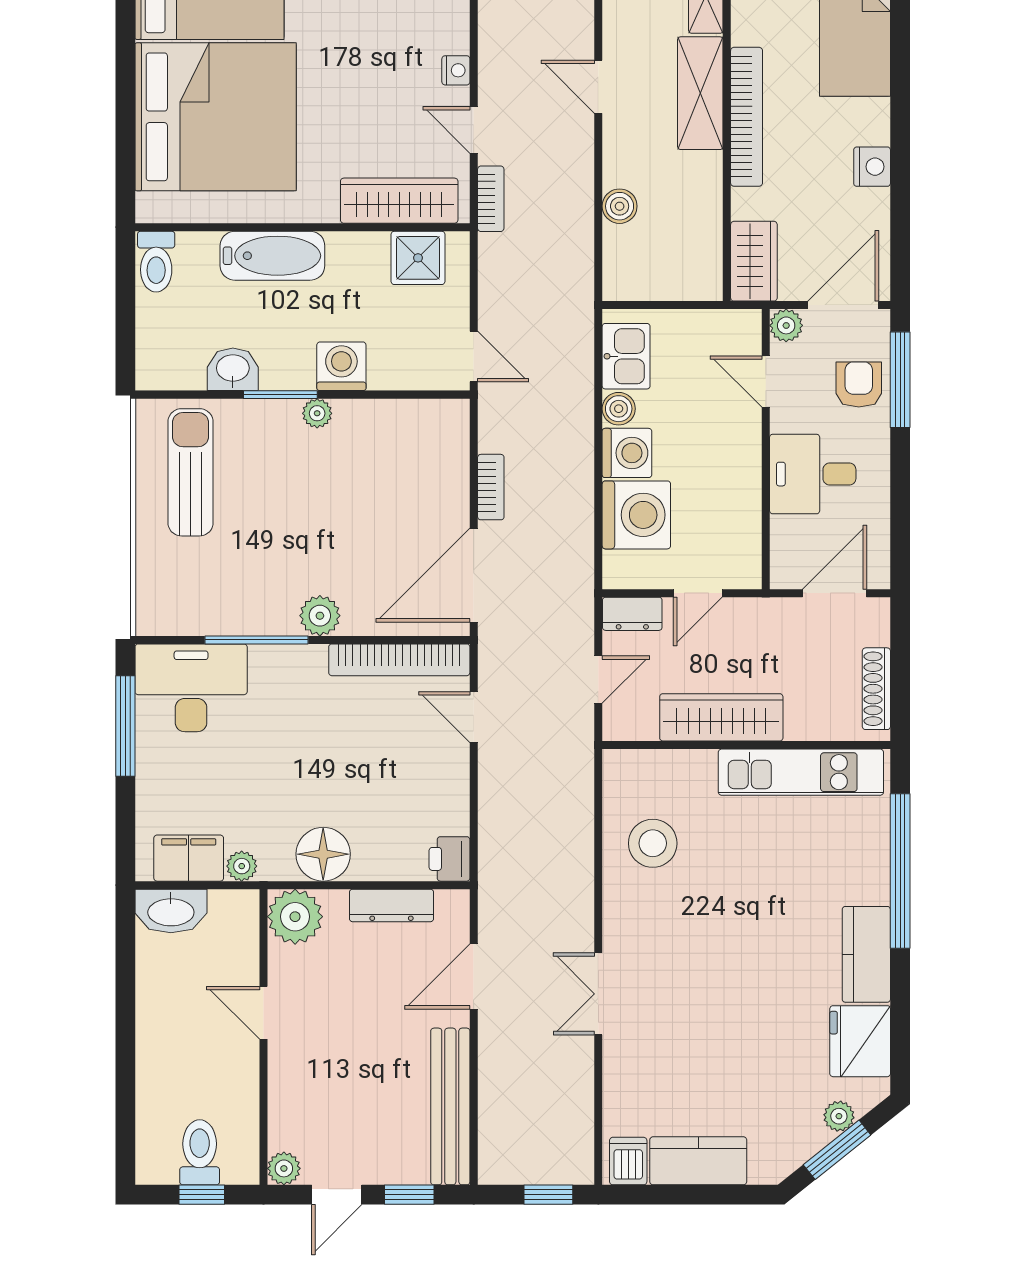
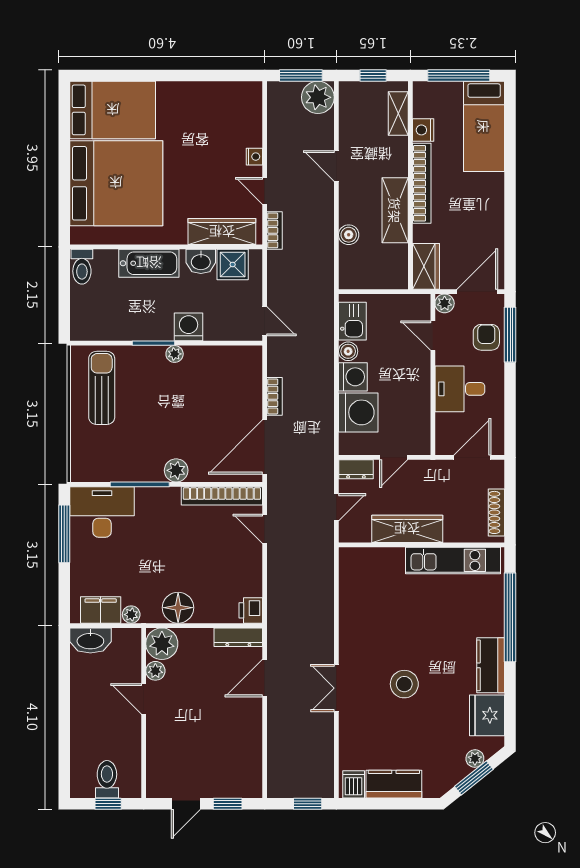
shelving: (700, 93) -> (395, 210), moved
nightstand: (872, 167) -> (423, 130), moved, turned 180
washbasin: (233, 369) -> (201, 261), moved, turned 180
stool: (653, 843) -> (404, 684), moved
dresser: (391, 905) -> (238, 637), moved
bench: (450, 1106) -> (251, 753), removed
plant: (284, 1168) -> (155, 671), moved

